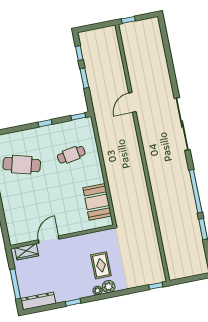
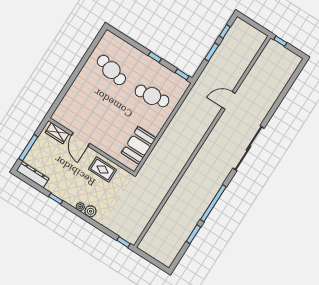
cafe table: (71, 155) -> (152, 96), width x1.37, depth x1.35
door: (49, 239) -> (81, 139), swing flipped
rug: (101, 265) -> (103, 170), moved, turned 90

